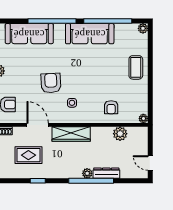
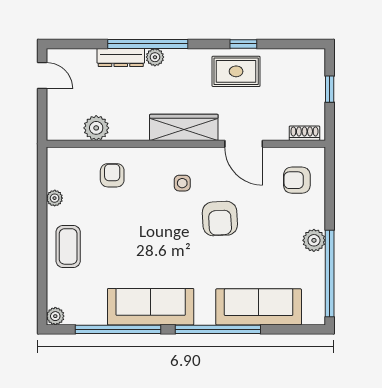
plant: (143, 119) -> (55, 198), moved
rug: (28, 155) -> (236, 71), moved

